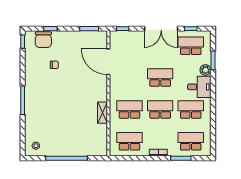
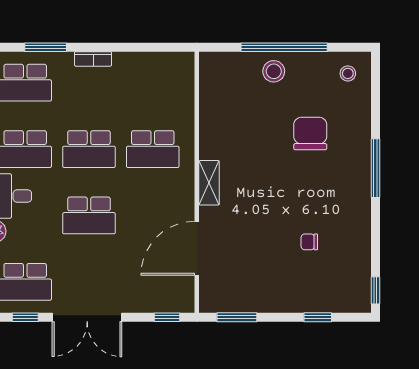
double door: (161, 29) -> (87, 317), swing flipped
chair: (43, 40) -> (310, 134), moved
door: (108, 62) -> (197, 248), swing flipped
shelving: (102, 113) -> (209, 183), moved
school desk: (129, 141) -> (153, 83), removed
stool: (71, 147) -> (274, 71), added

